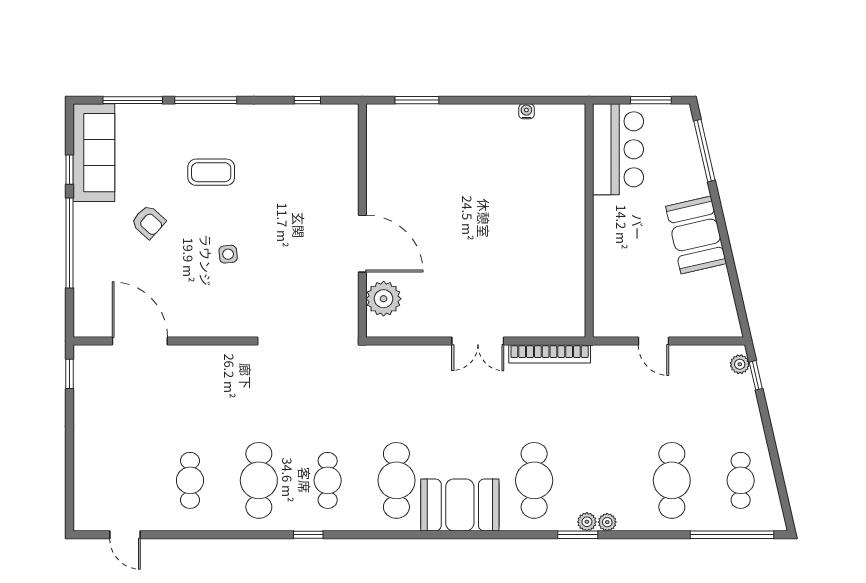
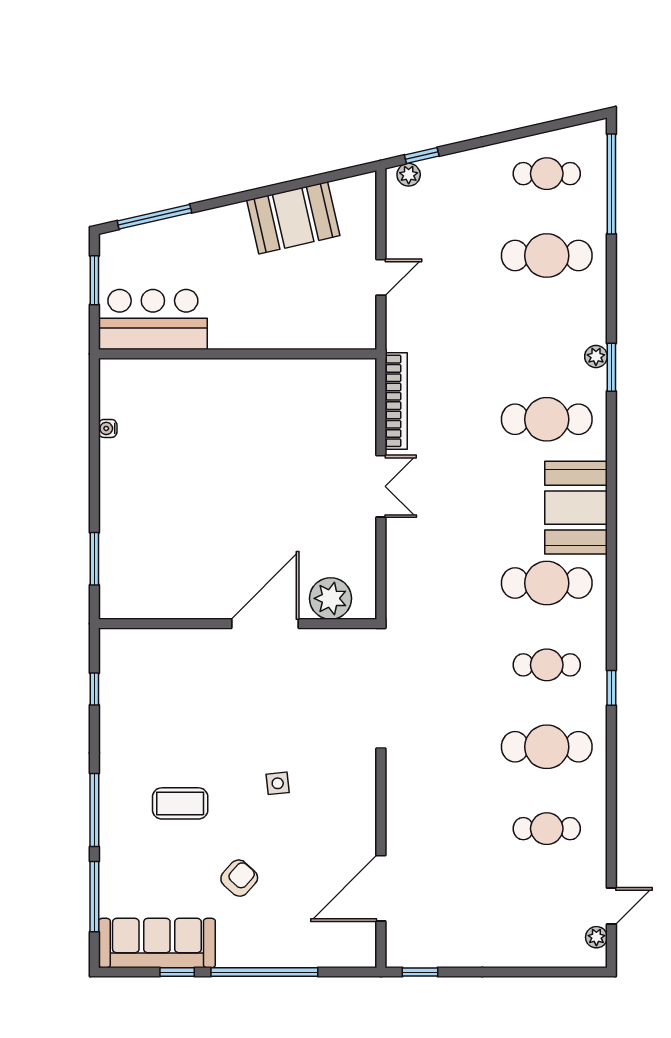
coffee table: (211, 172) -> (180, 803), turned 90
booth: (696, 235) -> (293, 218), moved
plant: (607, 522) -> (596, 937), moved

